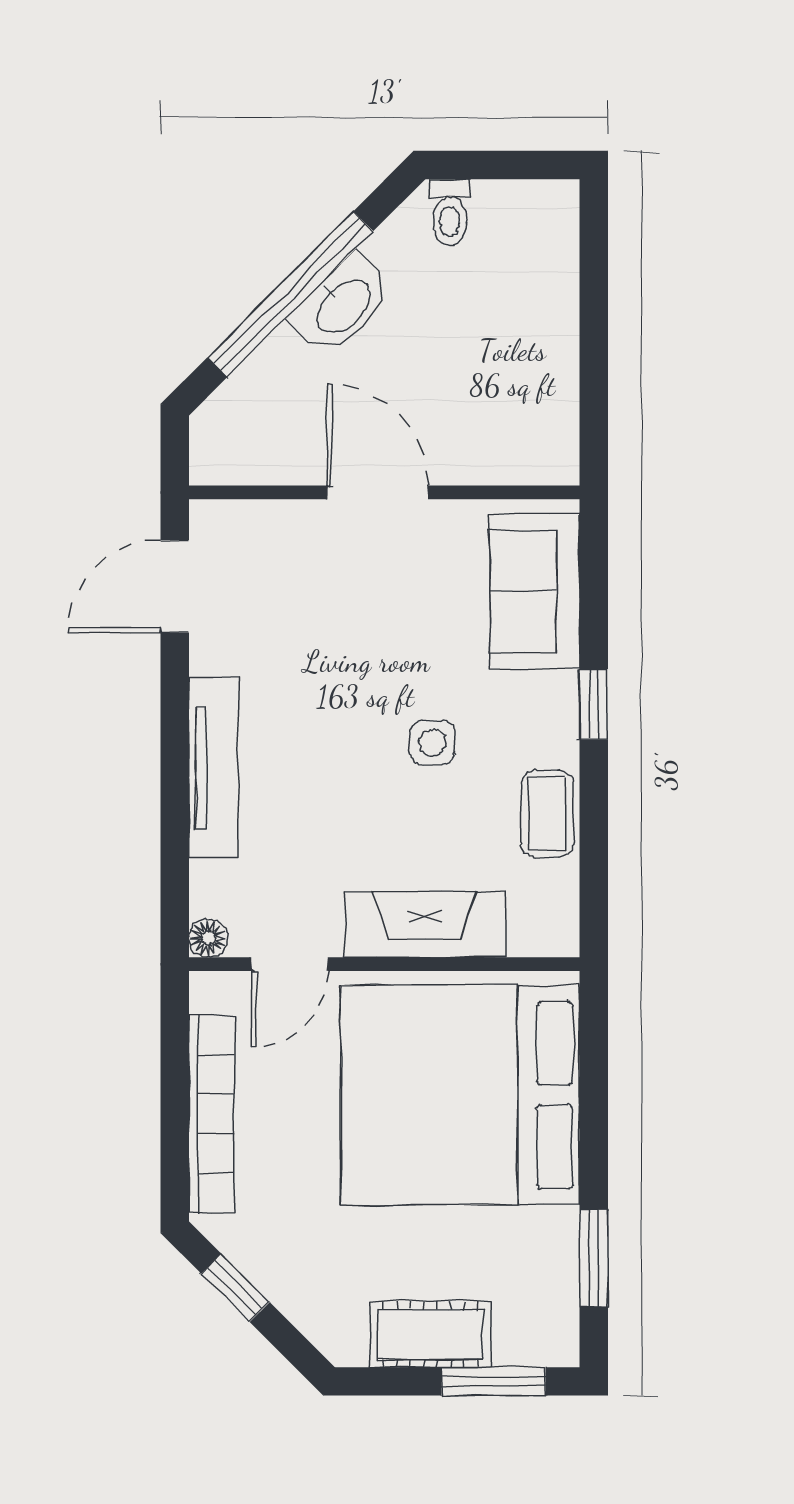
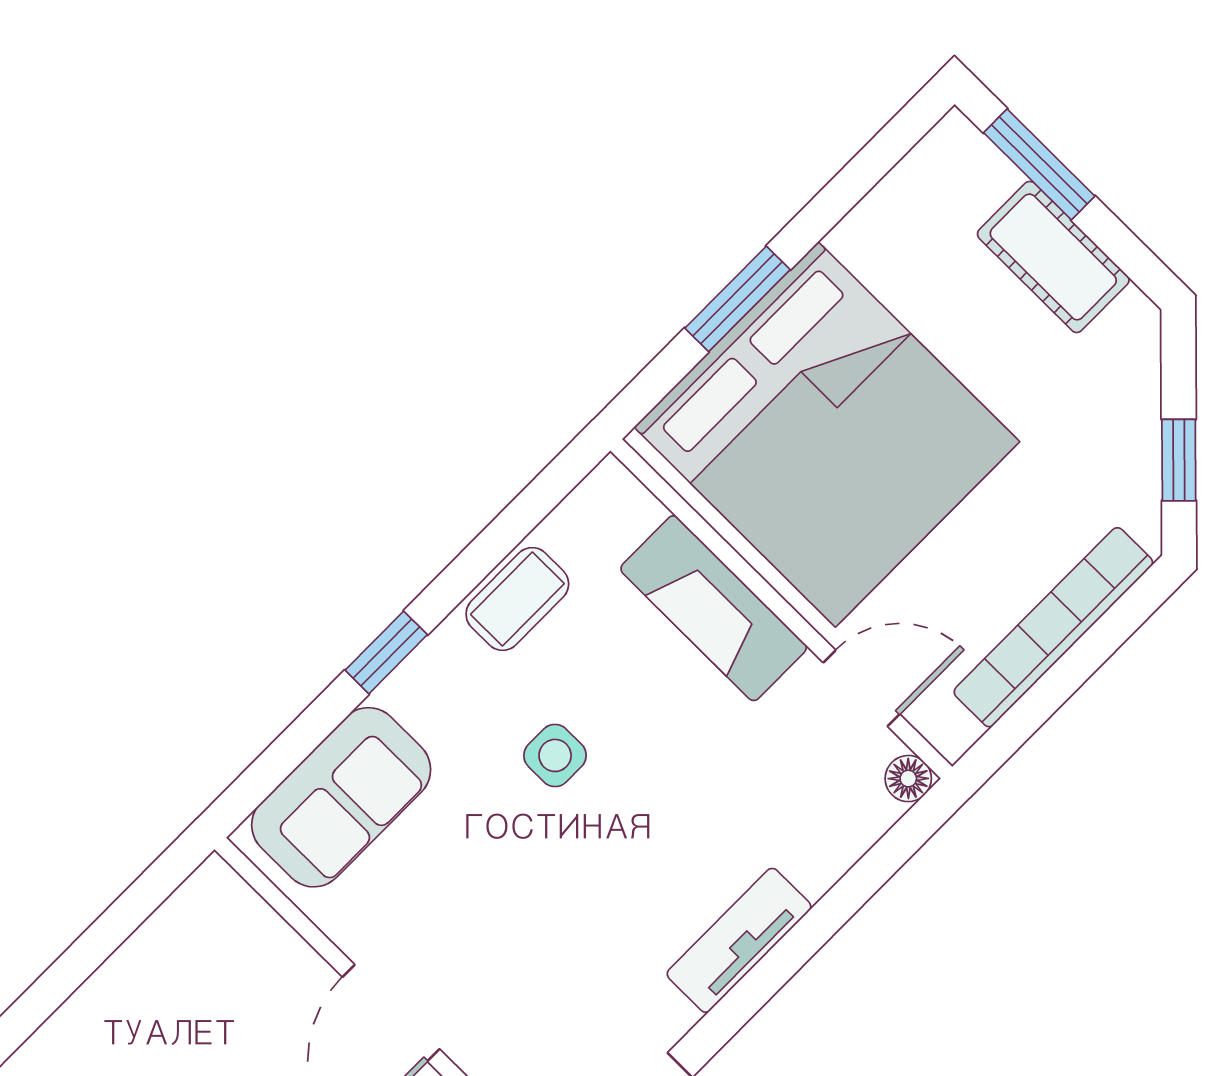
tv unit: (213, 768) -> (739, 940), width x0.71
window: (594, 1258) -> (737, 299), moved

